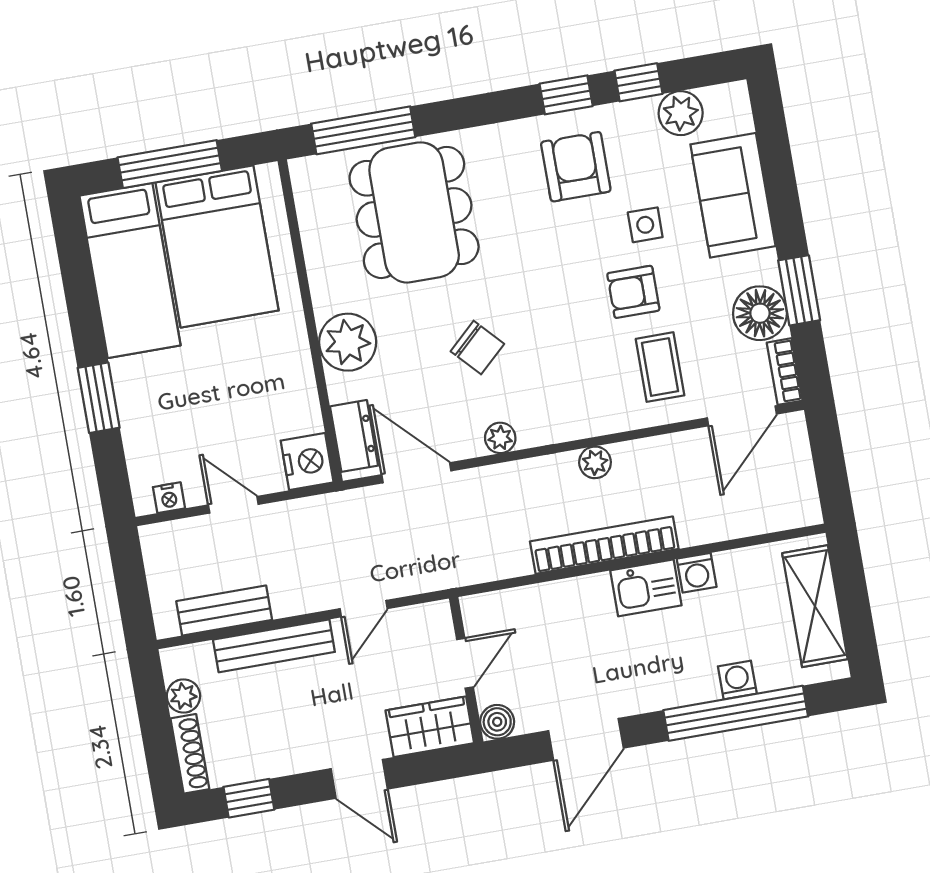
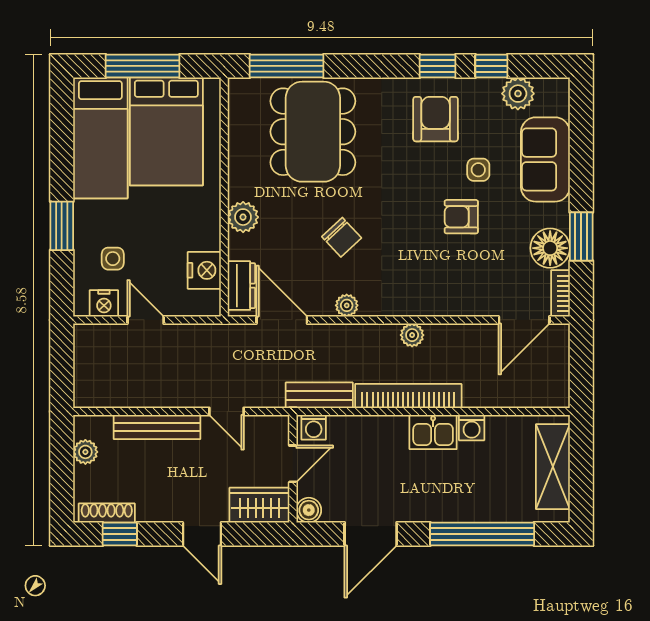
plant: (348, 342) -> (243, 217), width x0.73, depth x0.73
coffee table: (660, 367) -> (471, 274), removed
side table: (175, 430) -> (113, 259), added
nightstand: (307, 461) -> (204, 270), moved
nightstand: (169, 498) -> (104, 303), width x1.39, depth x1.35
door: (364, 609) -> (227, 412), hinge flipped
bench: (224, 611) -> (319, 395), moved
washing machine: (737, 680) -> (314, 427), moved, turned 180
shoe rack: (190, 754) -> (107, 513), moved, turned -90

